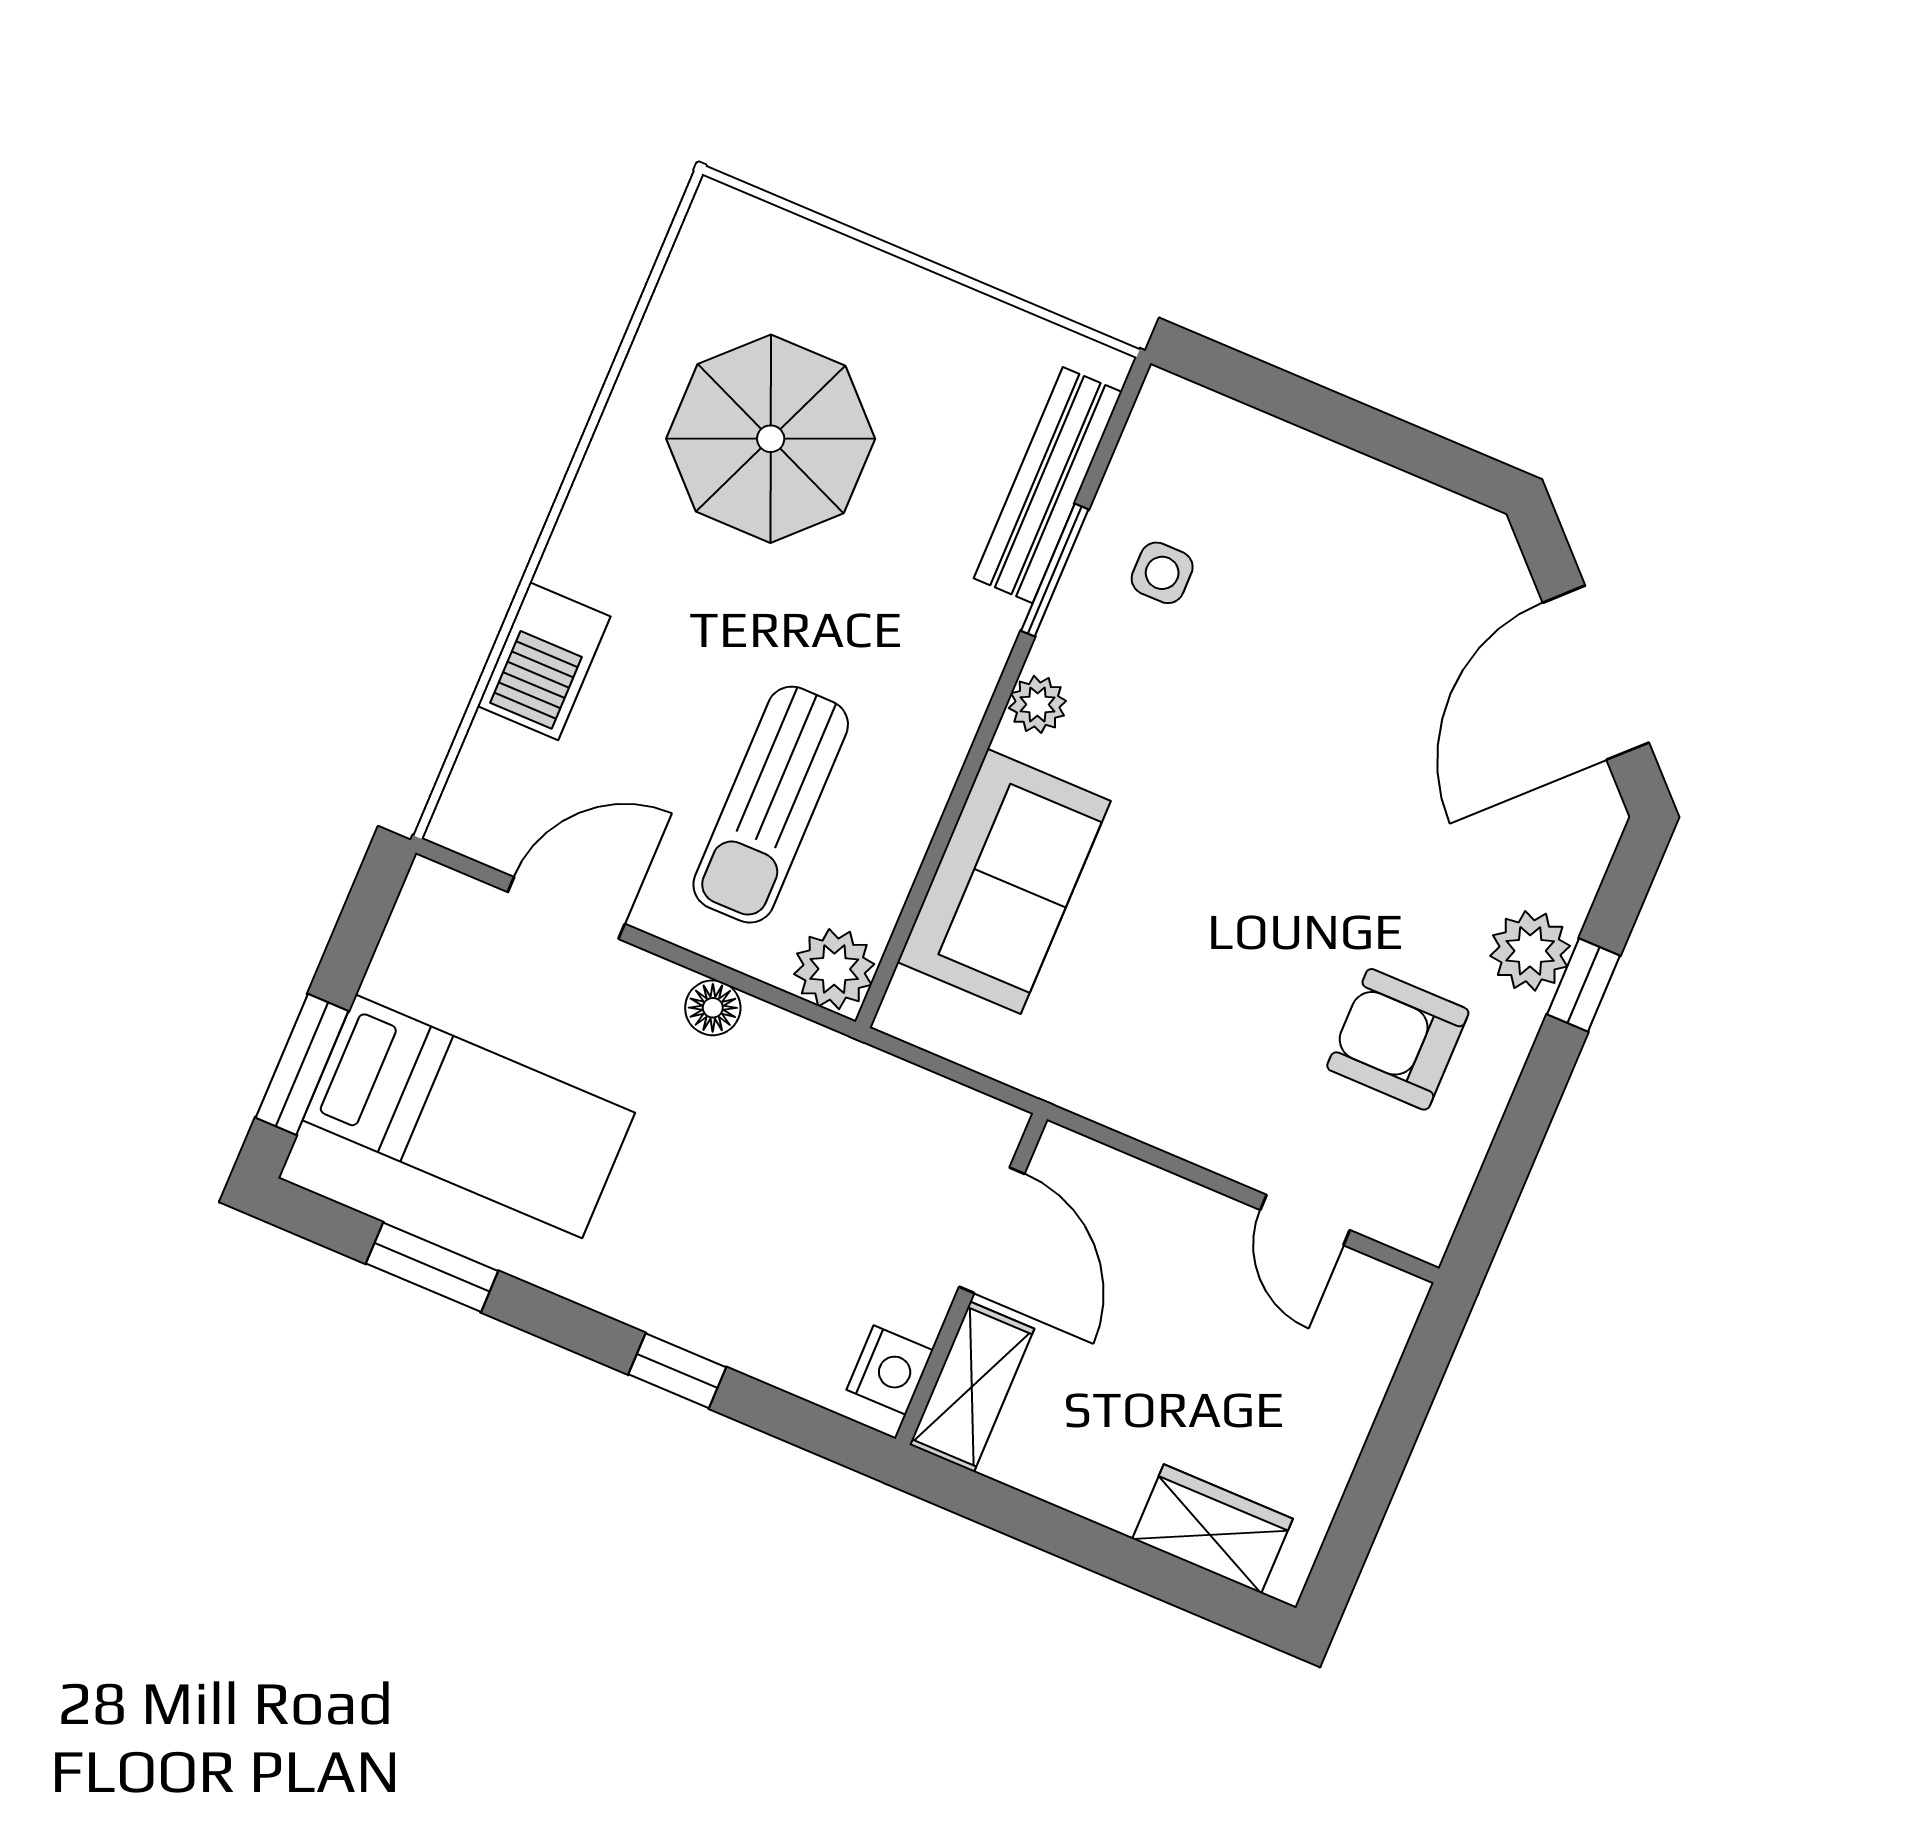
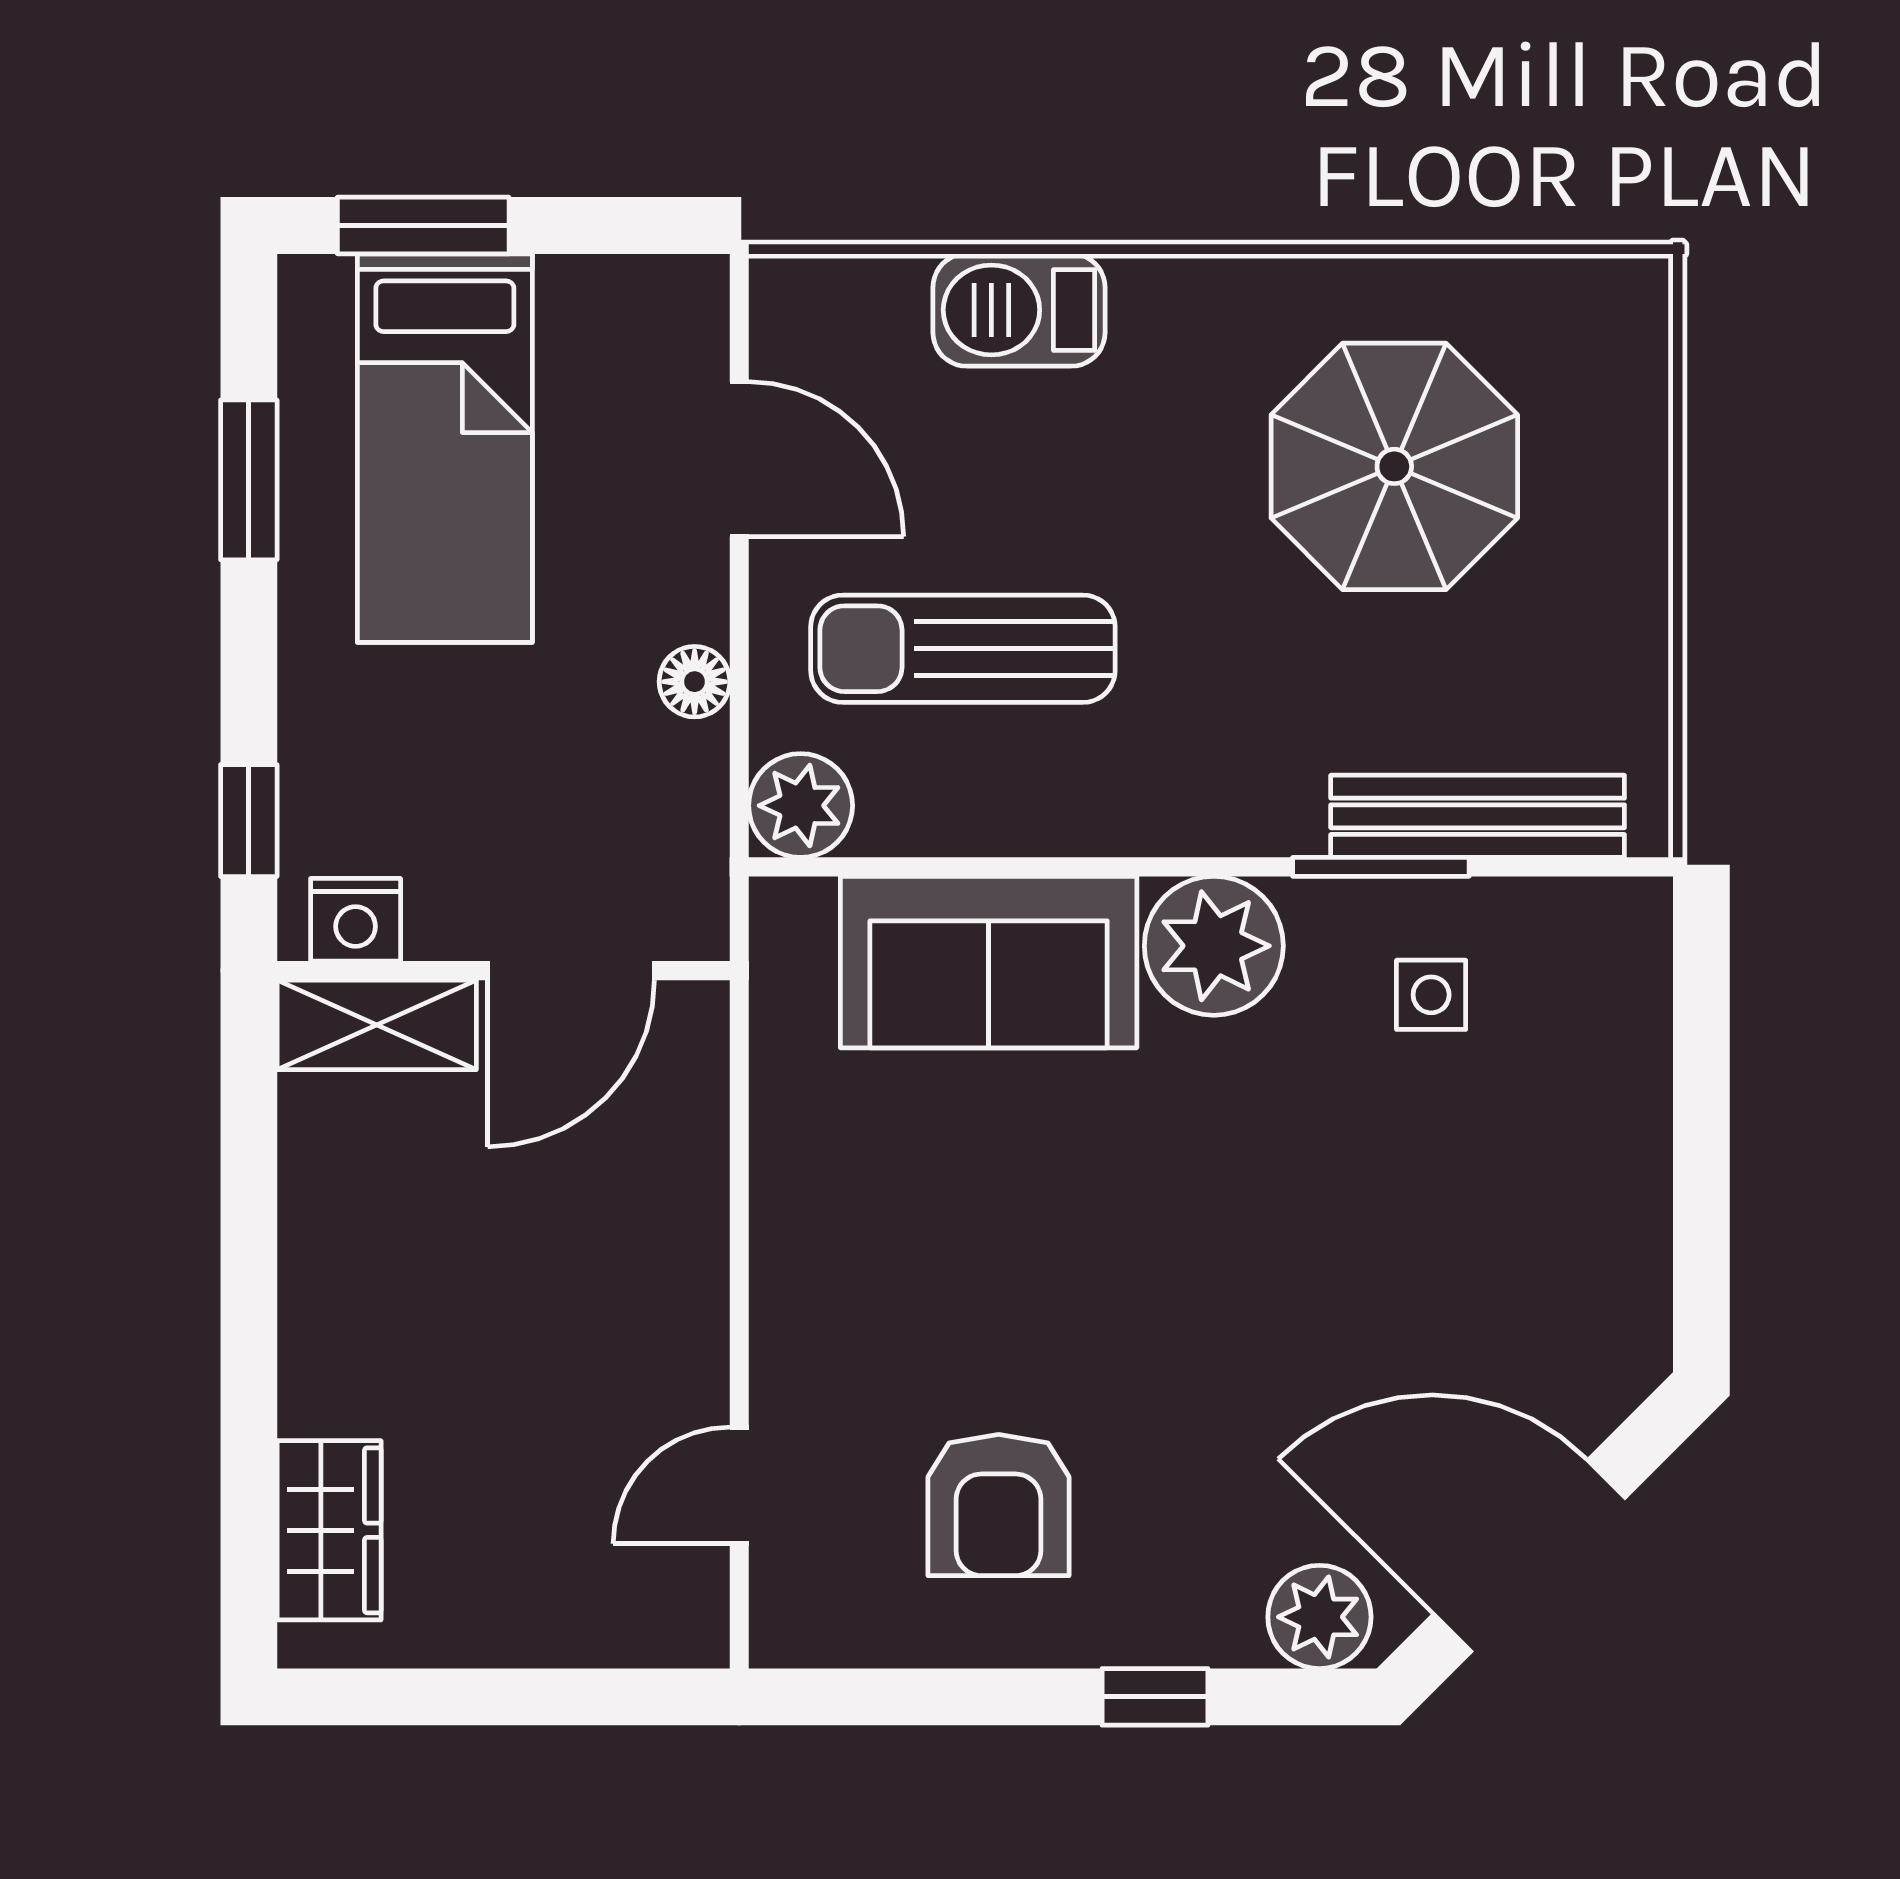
plant: (1037, 704) -> (1214, 946), width x1.88, depth x1.88
plant: (1530, 951) -> (1319, 1617), moved
armchair: (1398, 1039) -> (999, 1505), turned 180
door: (992, 1230) -> (571, 971), moved
wall: (971, 1279) -> (503, 971), moved
nightstand: (890, 1370) -> (356, 920), moved
shelving: (972, 1387) -> (377, 1025), moved

